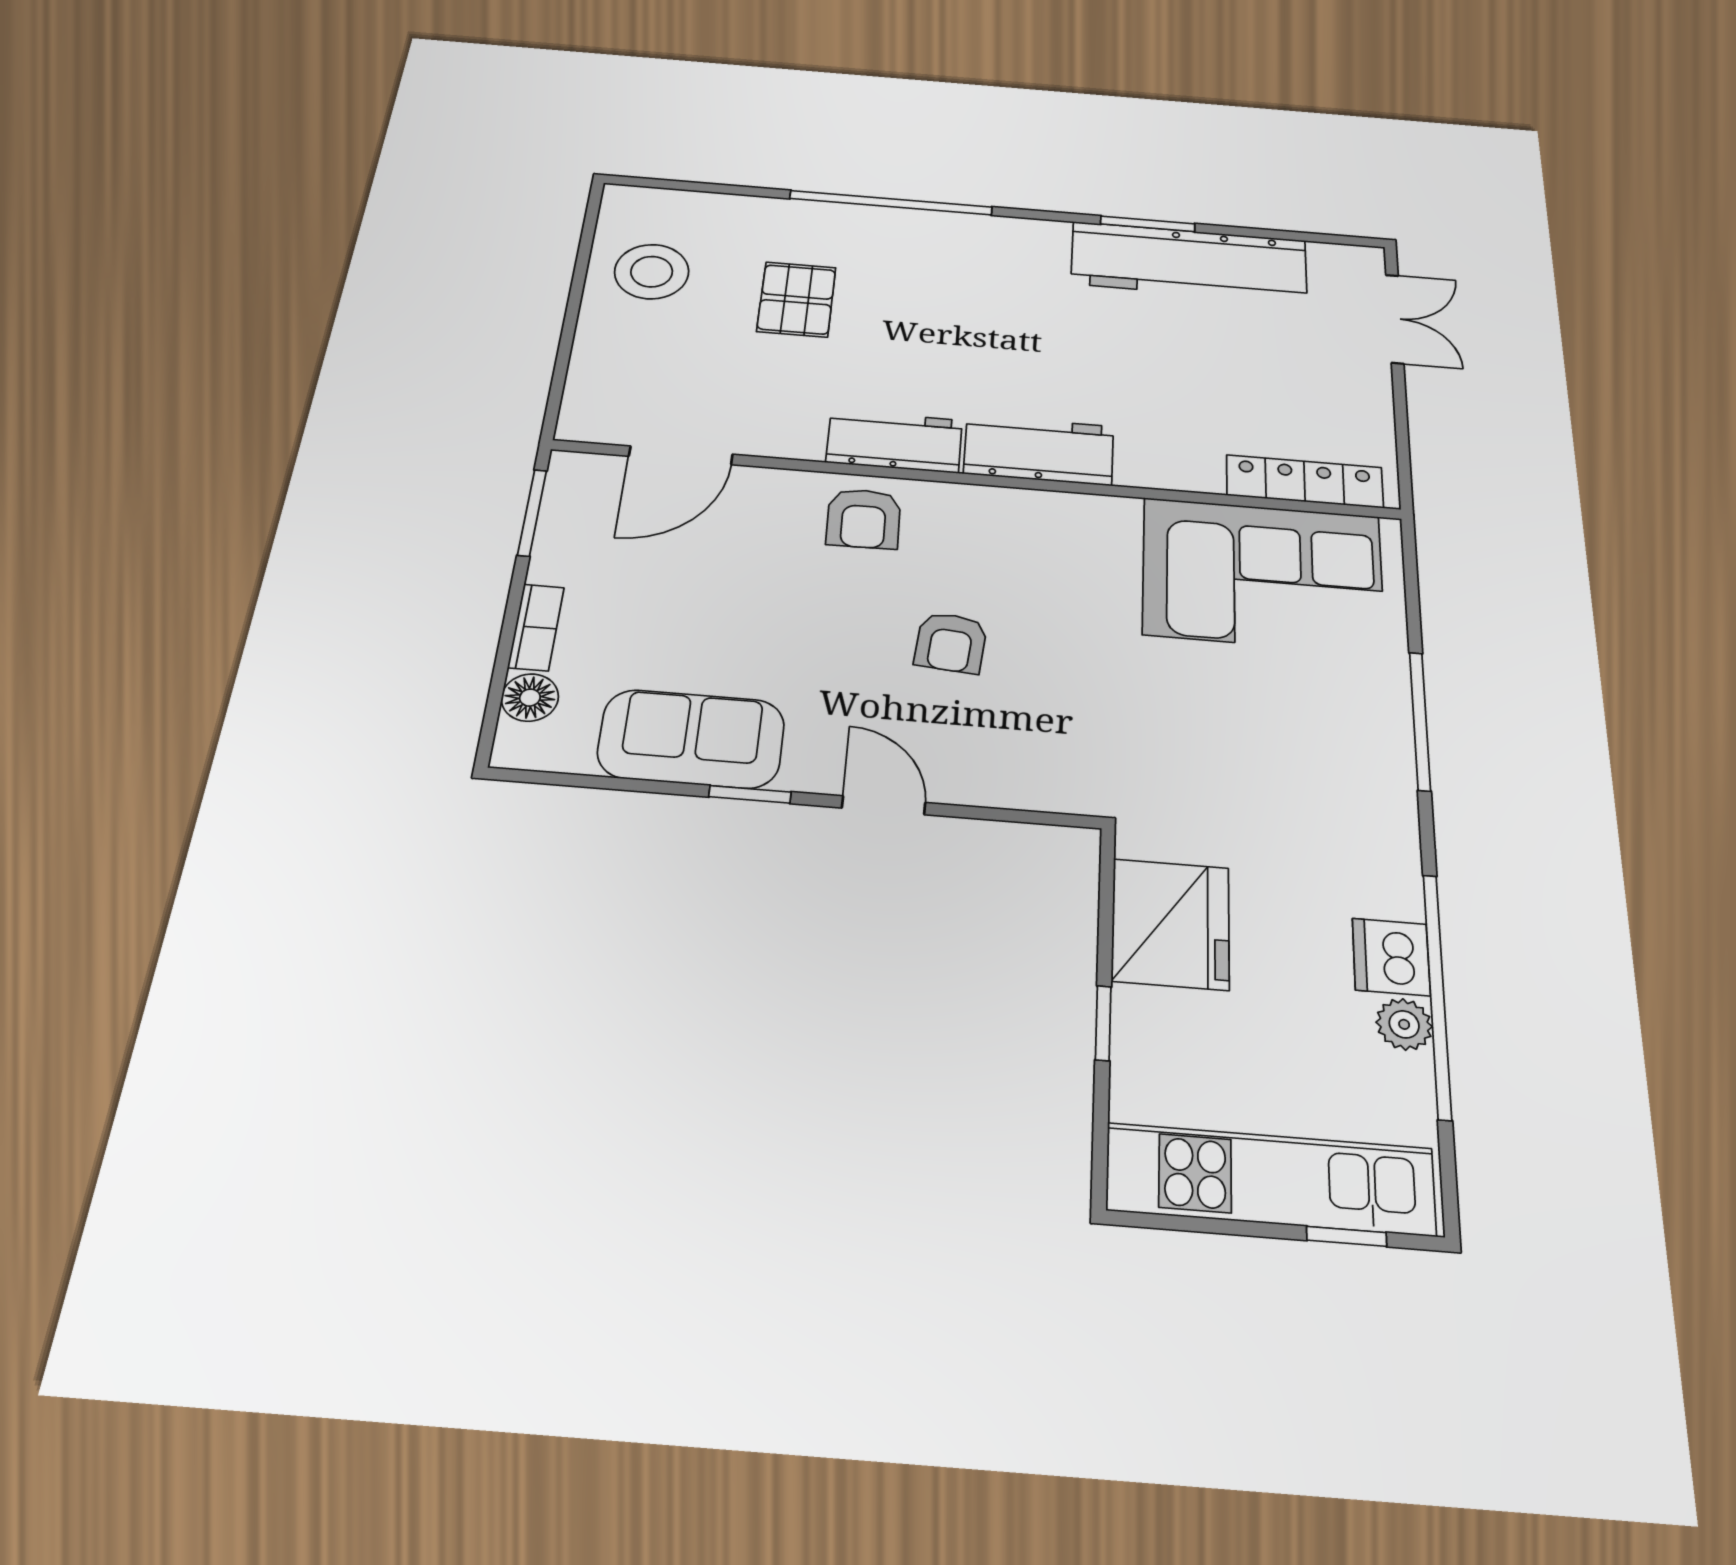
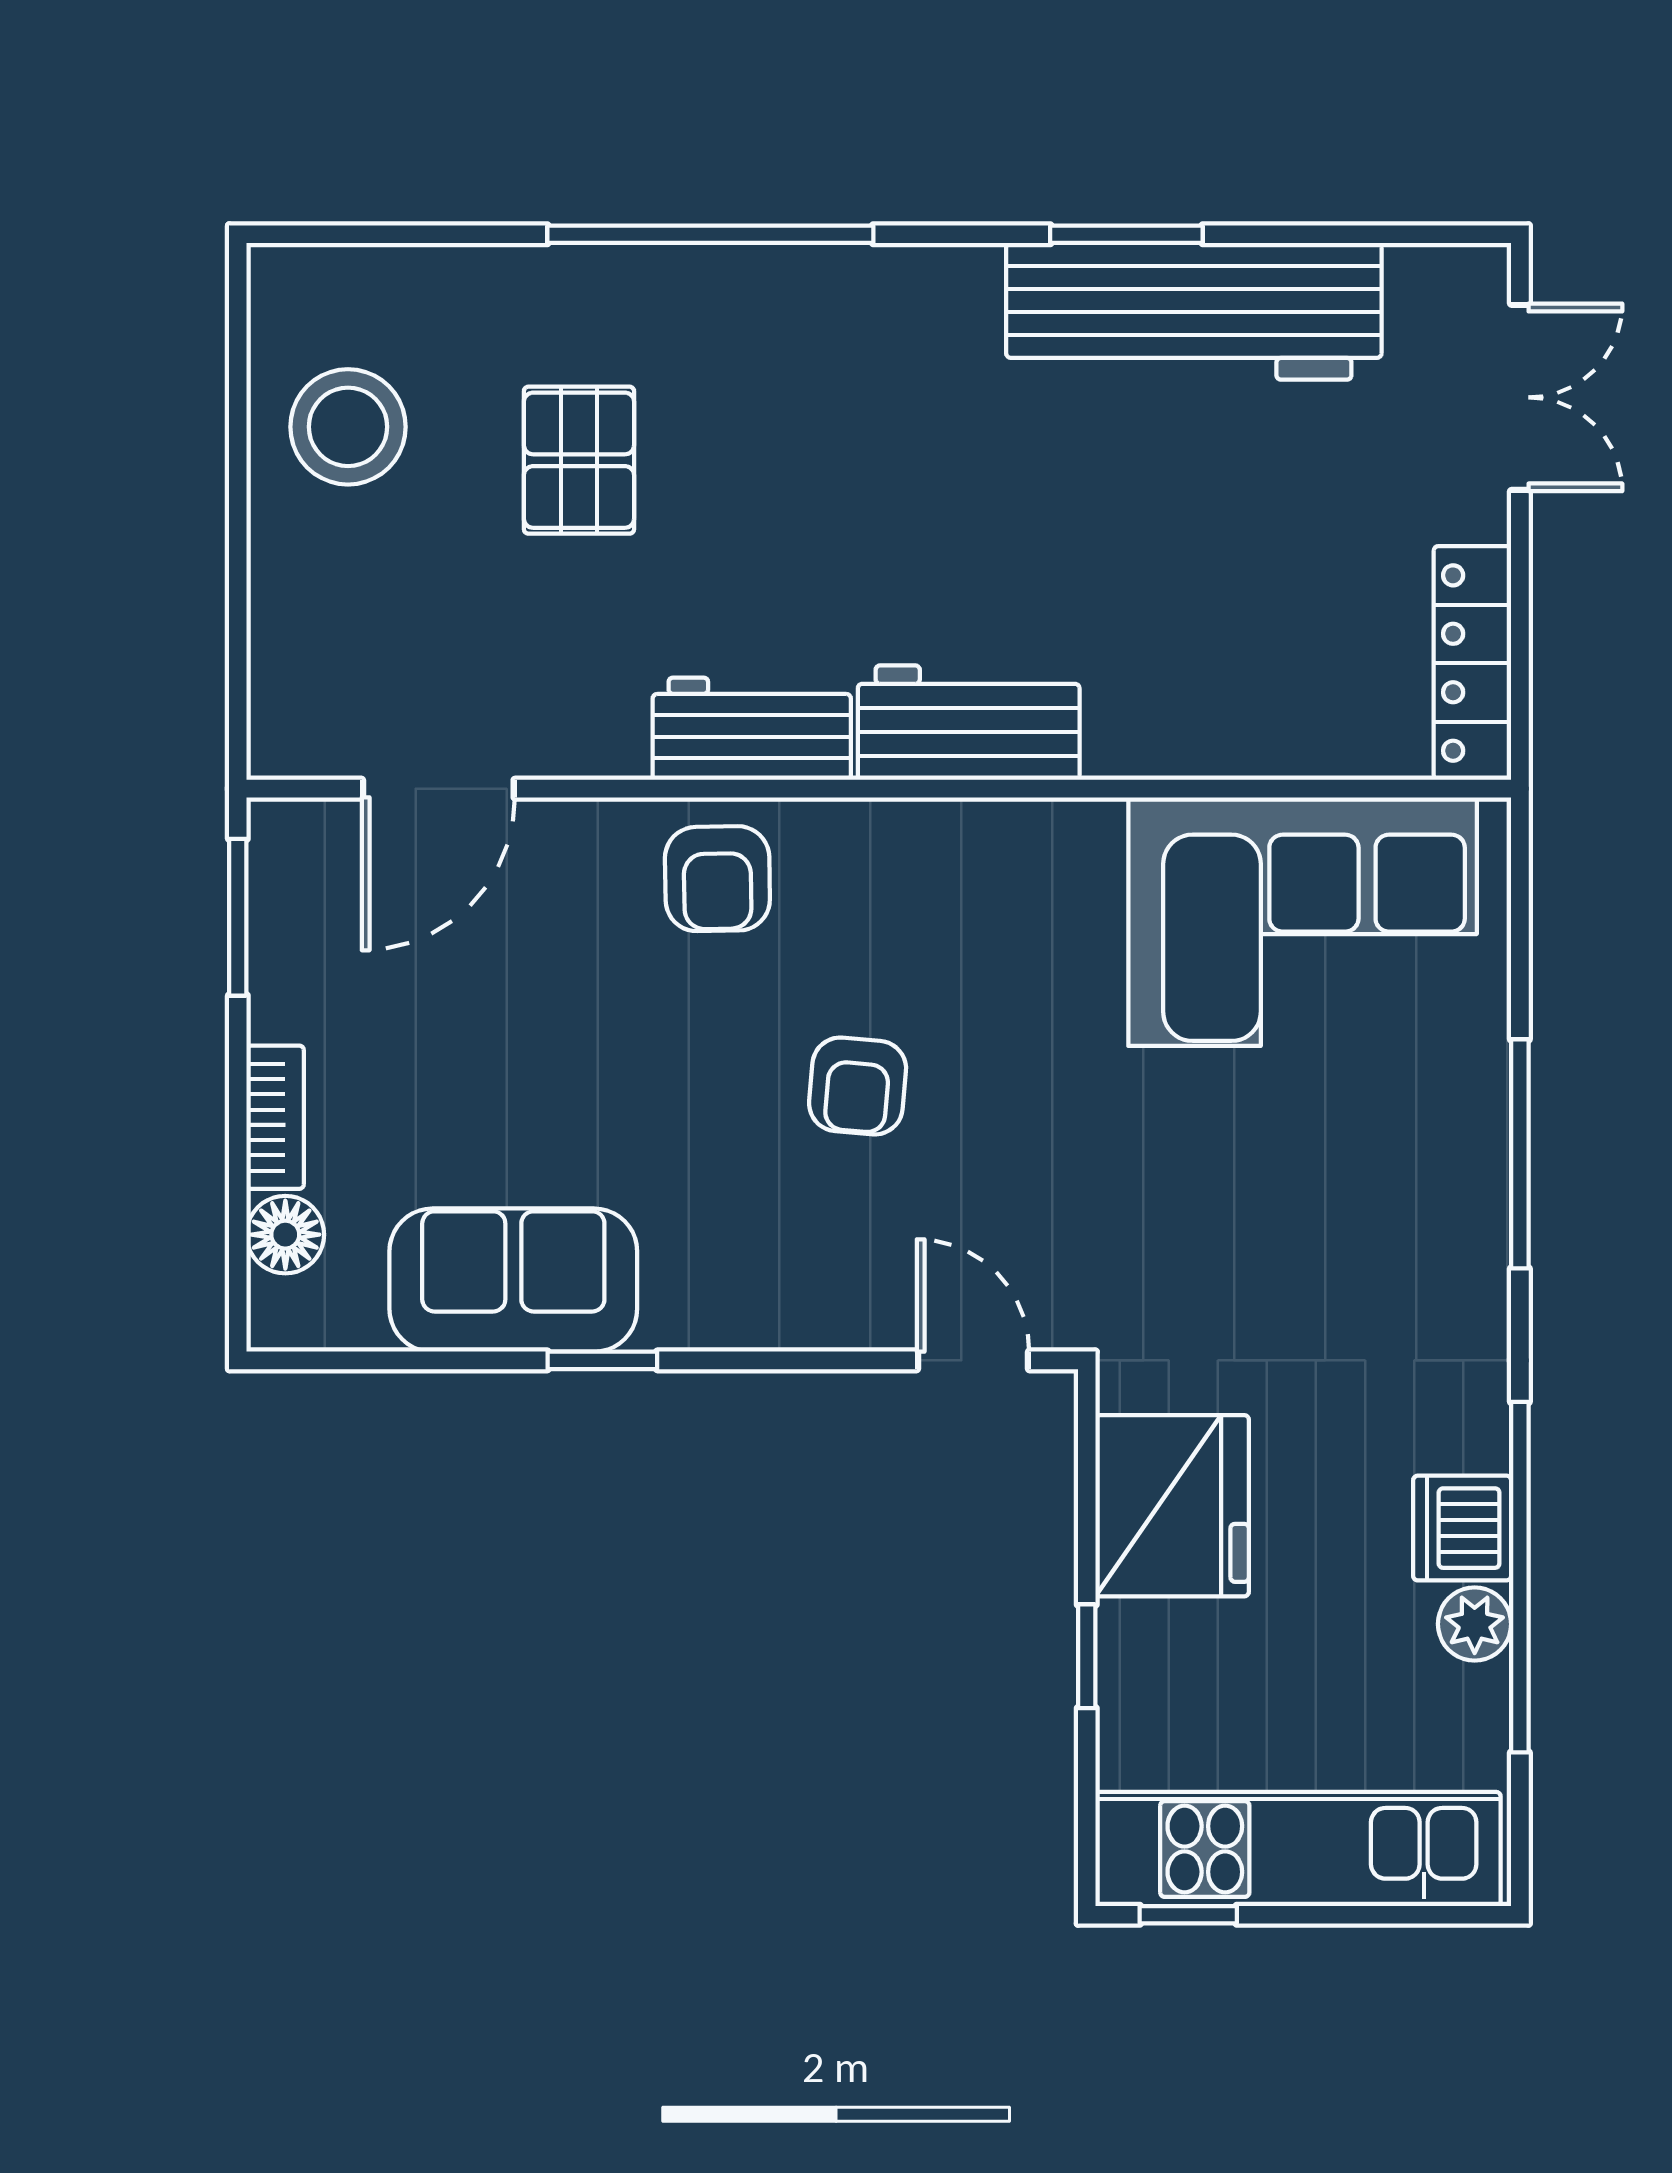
locker: (1305, 481) -> (1472, 663), moved, turned -90
door: (884, 805) -> (973, 1360), moved
window: (1347, 1236) -> (1188, 1915), moved

